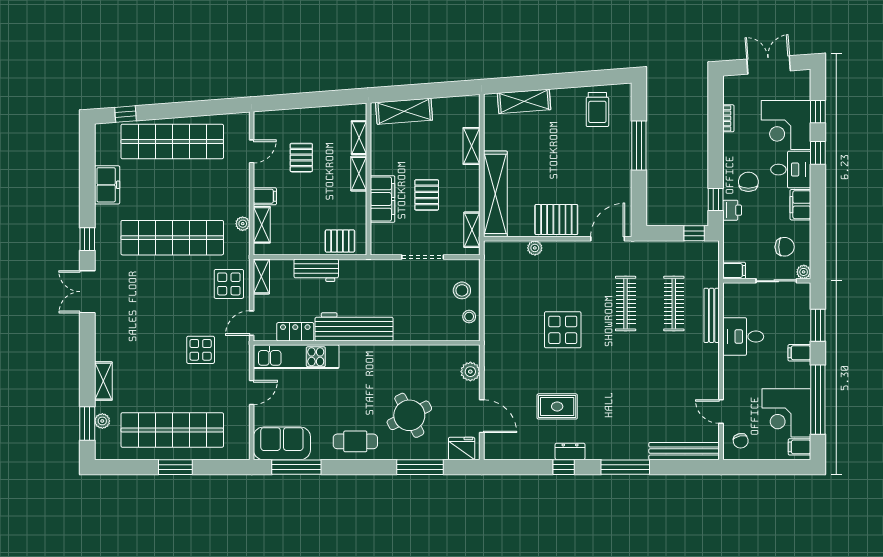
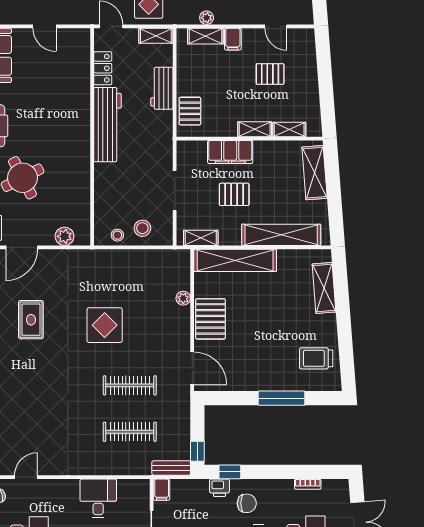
shelving: (472, 146) -> (281, 235), width x2.20, depth x1.33
bench: (712, 315) -> (171, 468), moved, width x0.73
kitchen unit: (296, 357) -> (79, 69), removed

